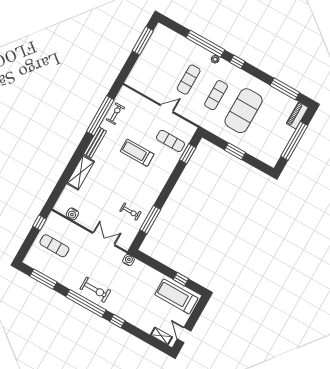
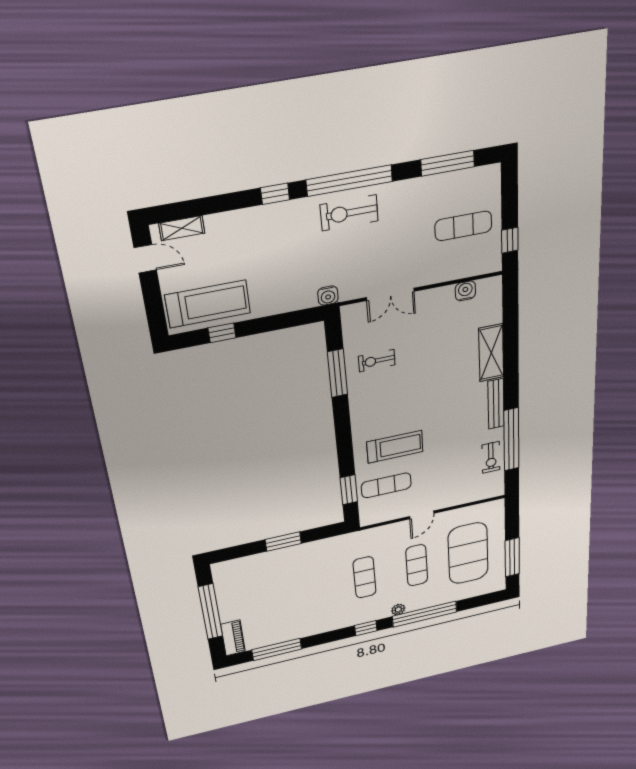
exercise mat: (244, 111) -> (468, 553), moved
treadmill: (137, 153) -> (395, 447), moved

